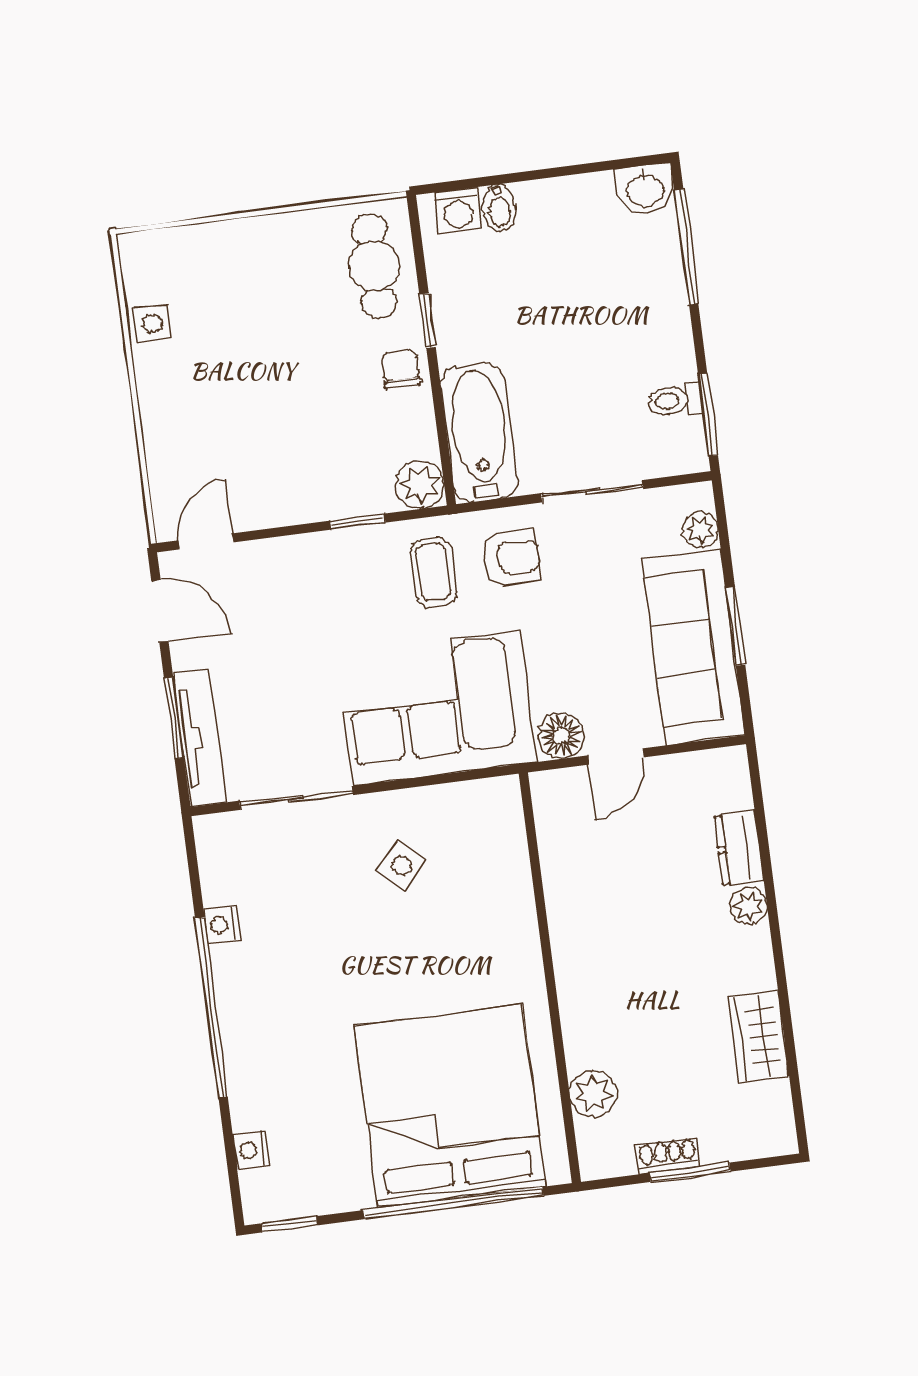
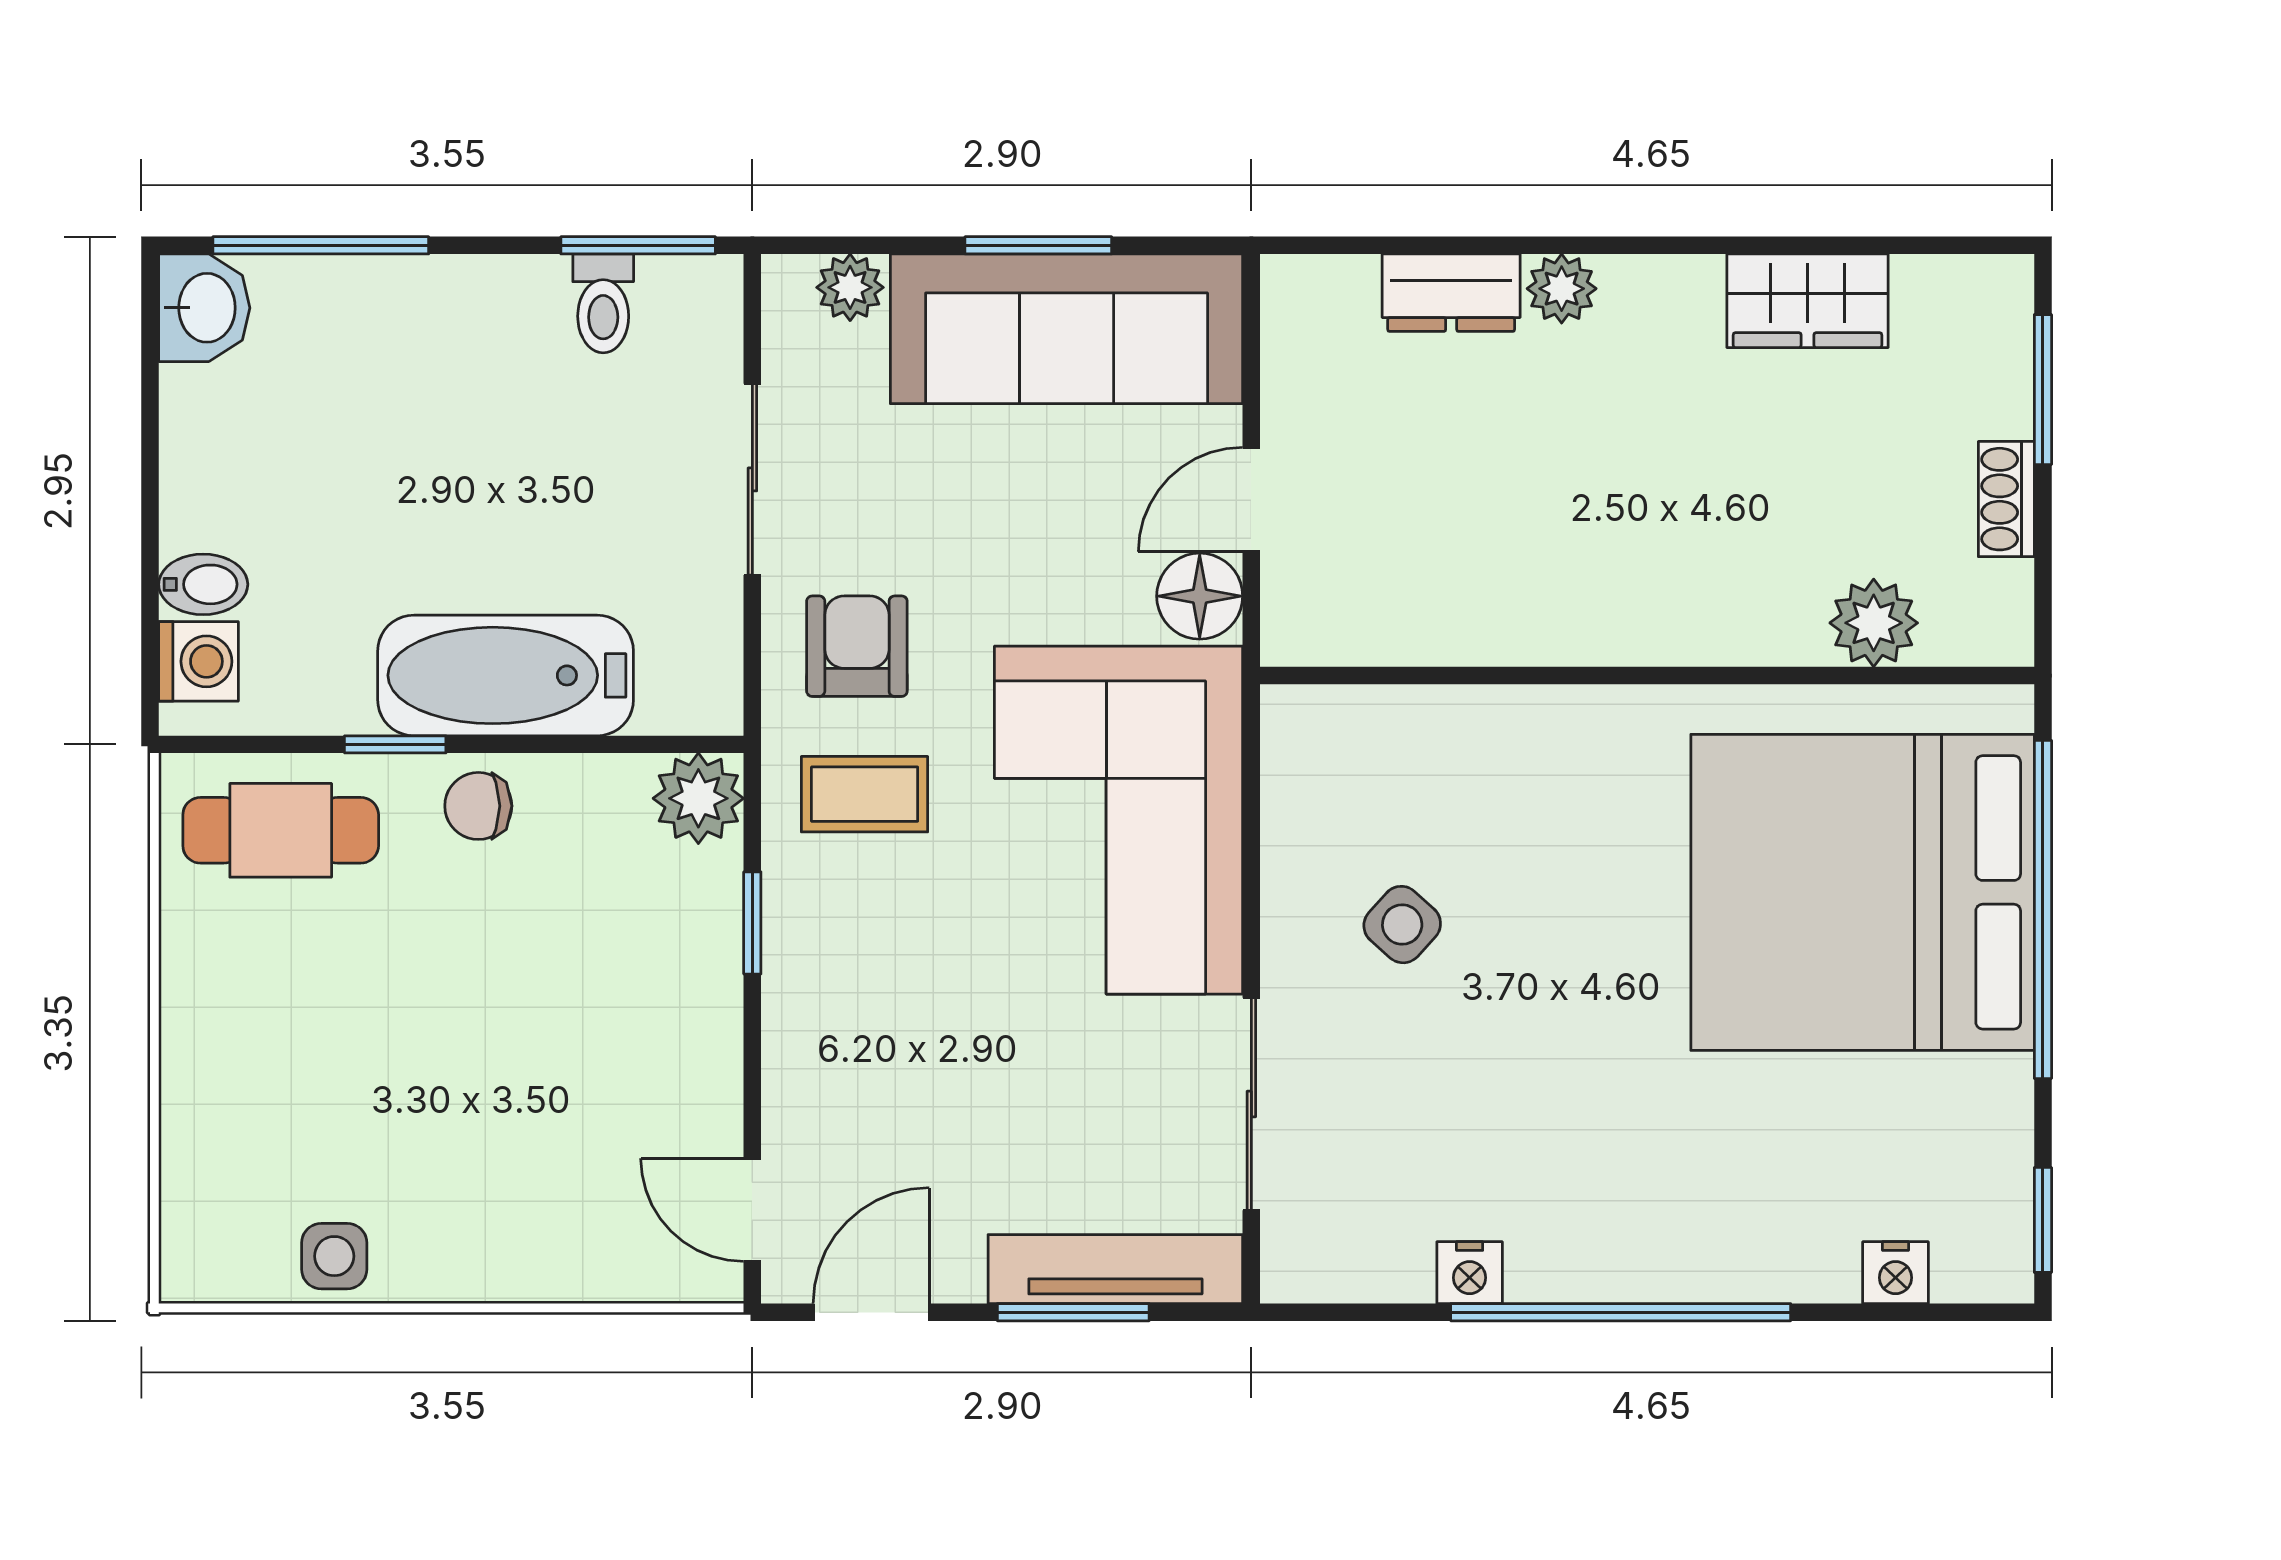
bathtub: (479, 432) -> (506, 675), moved
door: (616, 756) -> (1251, 500), swing flipped
window: (690, 1172) -> (2043, 390), moved

